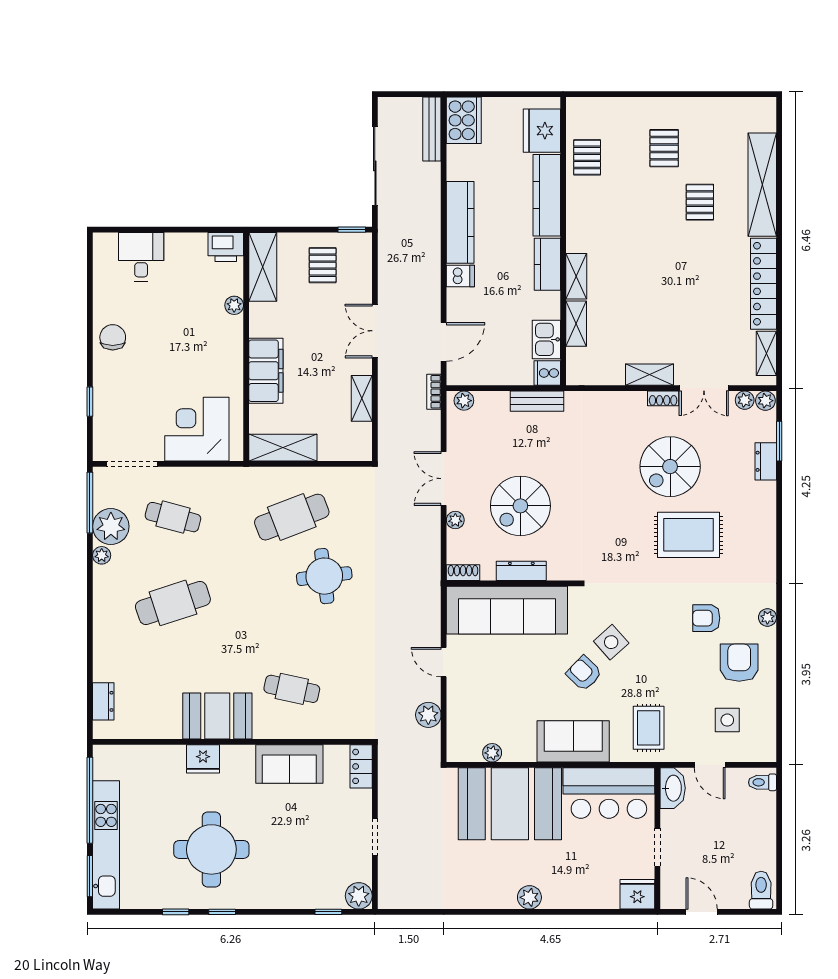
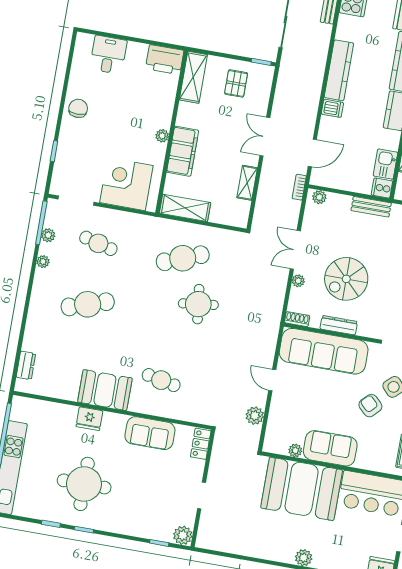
printer: (226, 247) -> (165, 60), width x1.37, depth x1.19
plant: (234, 305) -> (162, 136), moved
plant: (111, 526) -> (48, 235), width x0.53, depth x0.53
sofa: (573, 741) -> (330, 448), moved

